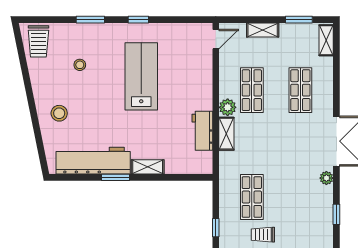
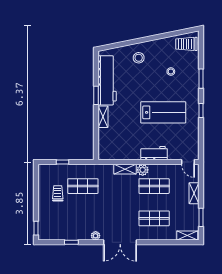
workbench: (202, 131) -> (154, 153), moved

